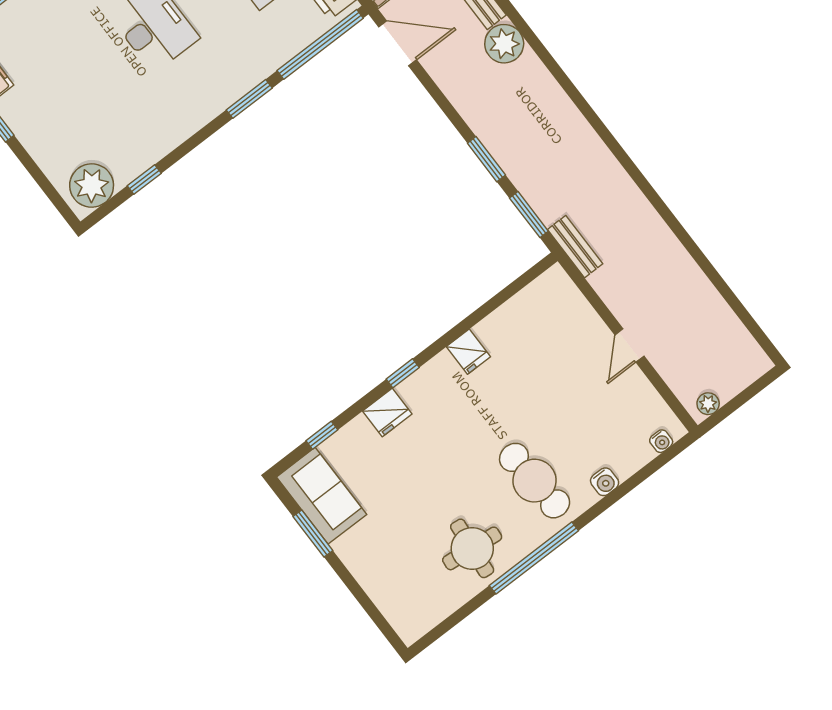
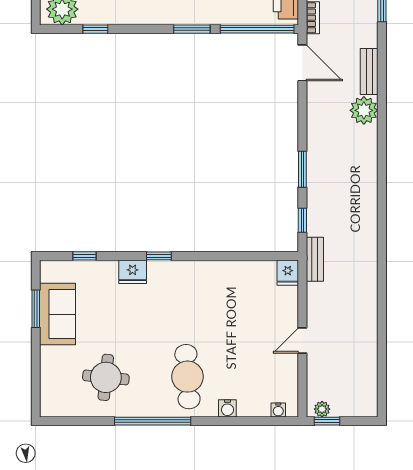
window: (529, 215) -> (302, 220), width x0.67
fridge: (468, 352) -> (288, 273), moved
window: (723, 413) -> (327, 421), added
sofa: (322, 496) -> (58, 314), moved
round table: (472, 548) -> (106, 377), moved

